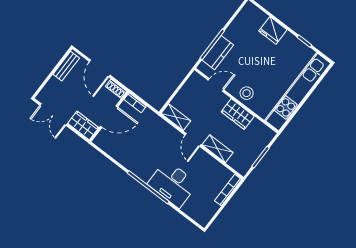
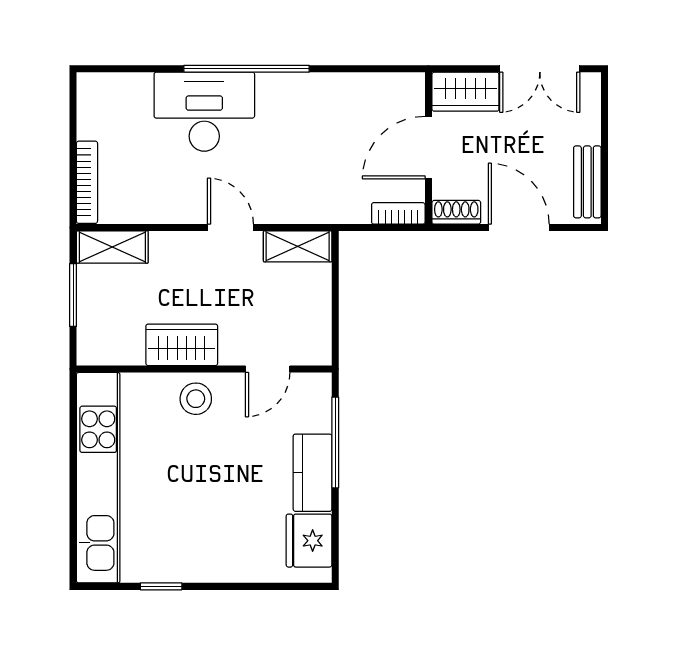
fridge: (273, 30) -> (309, 541), moved, turned -90
kitchen counter: (218, 53) -> (313, 473), moved
double door: (54, 114) -> (540, 69), swing flipped
shelving: (217, 149) -> (112, 247), moved

